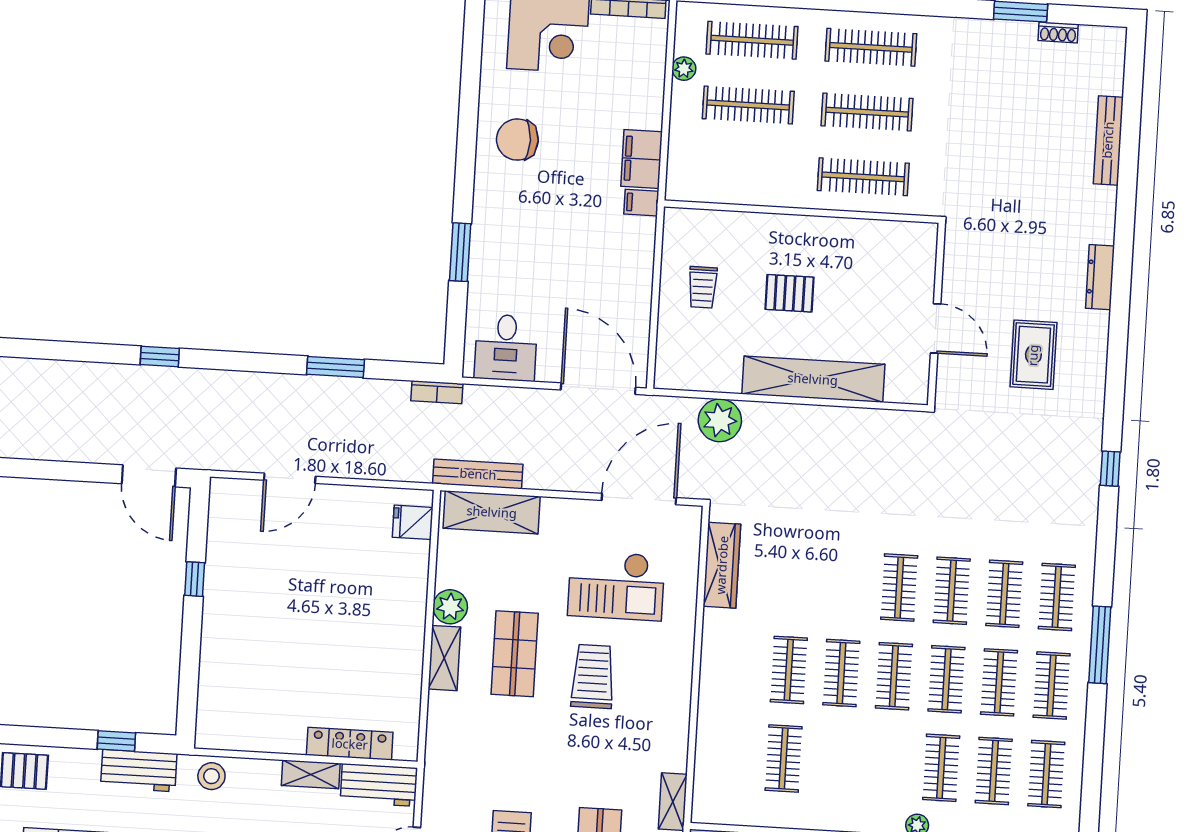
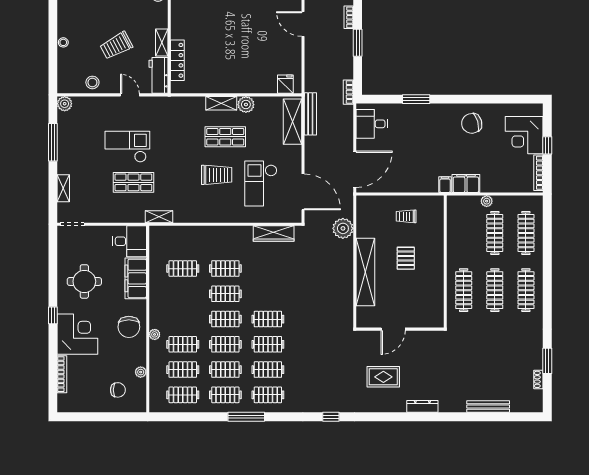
plant: (684, 69) -> (487, 201), moved
chair: (517, 140) -> (472, 123), turned -106
bookcase: (281, 382) -> (349, 17), added

